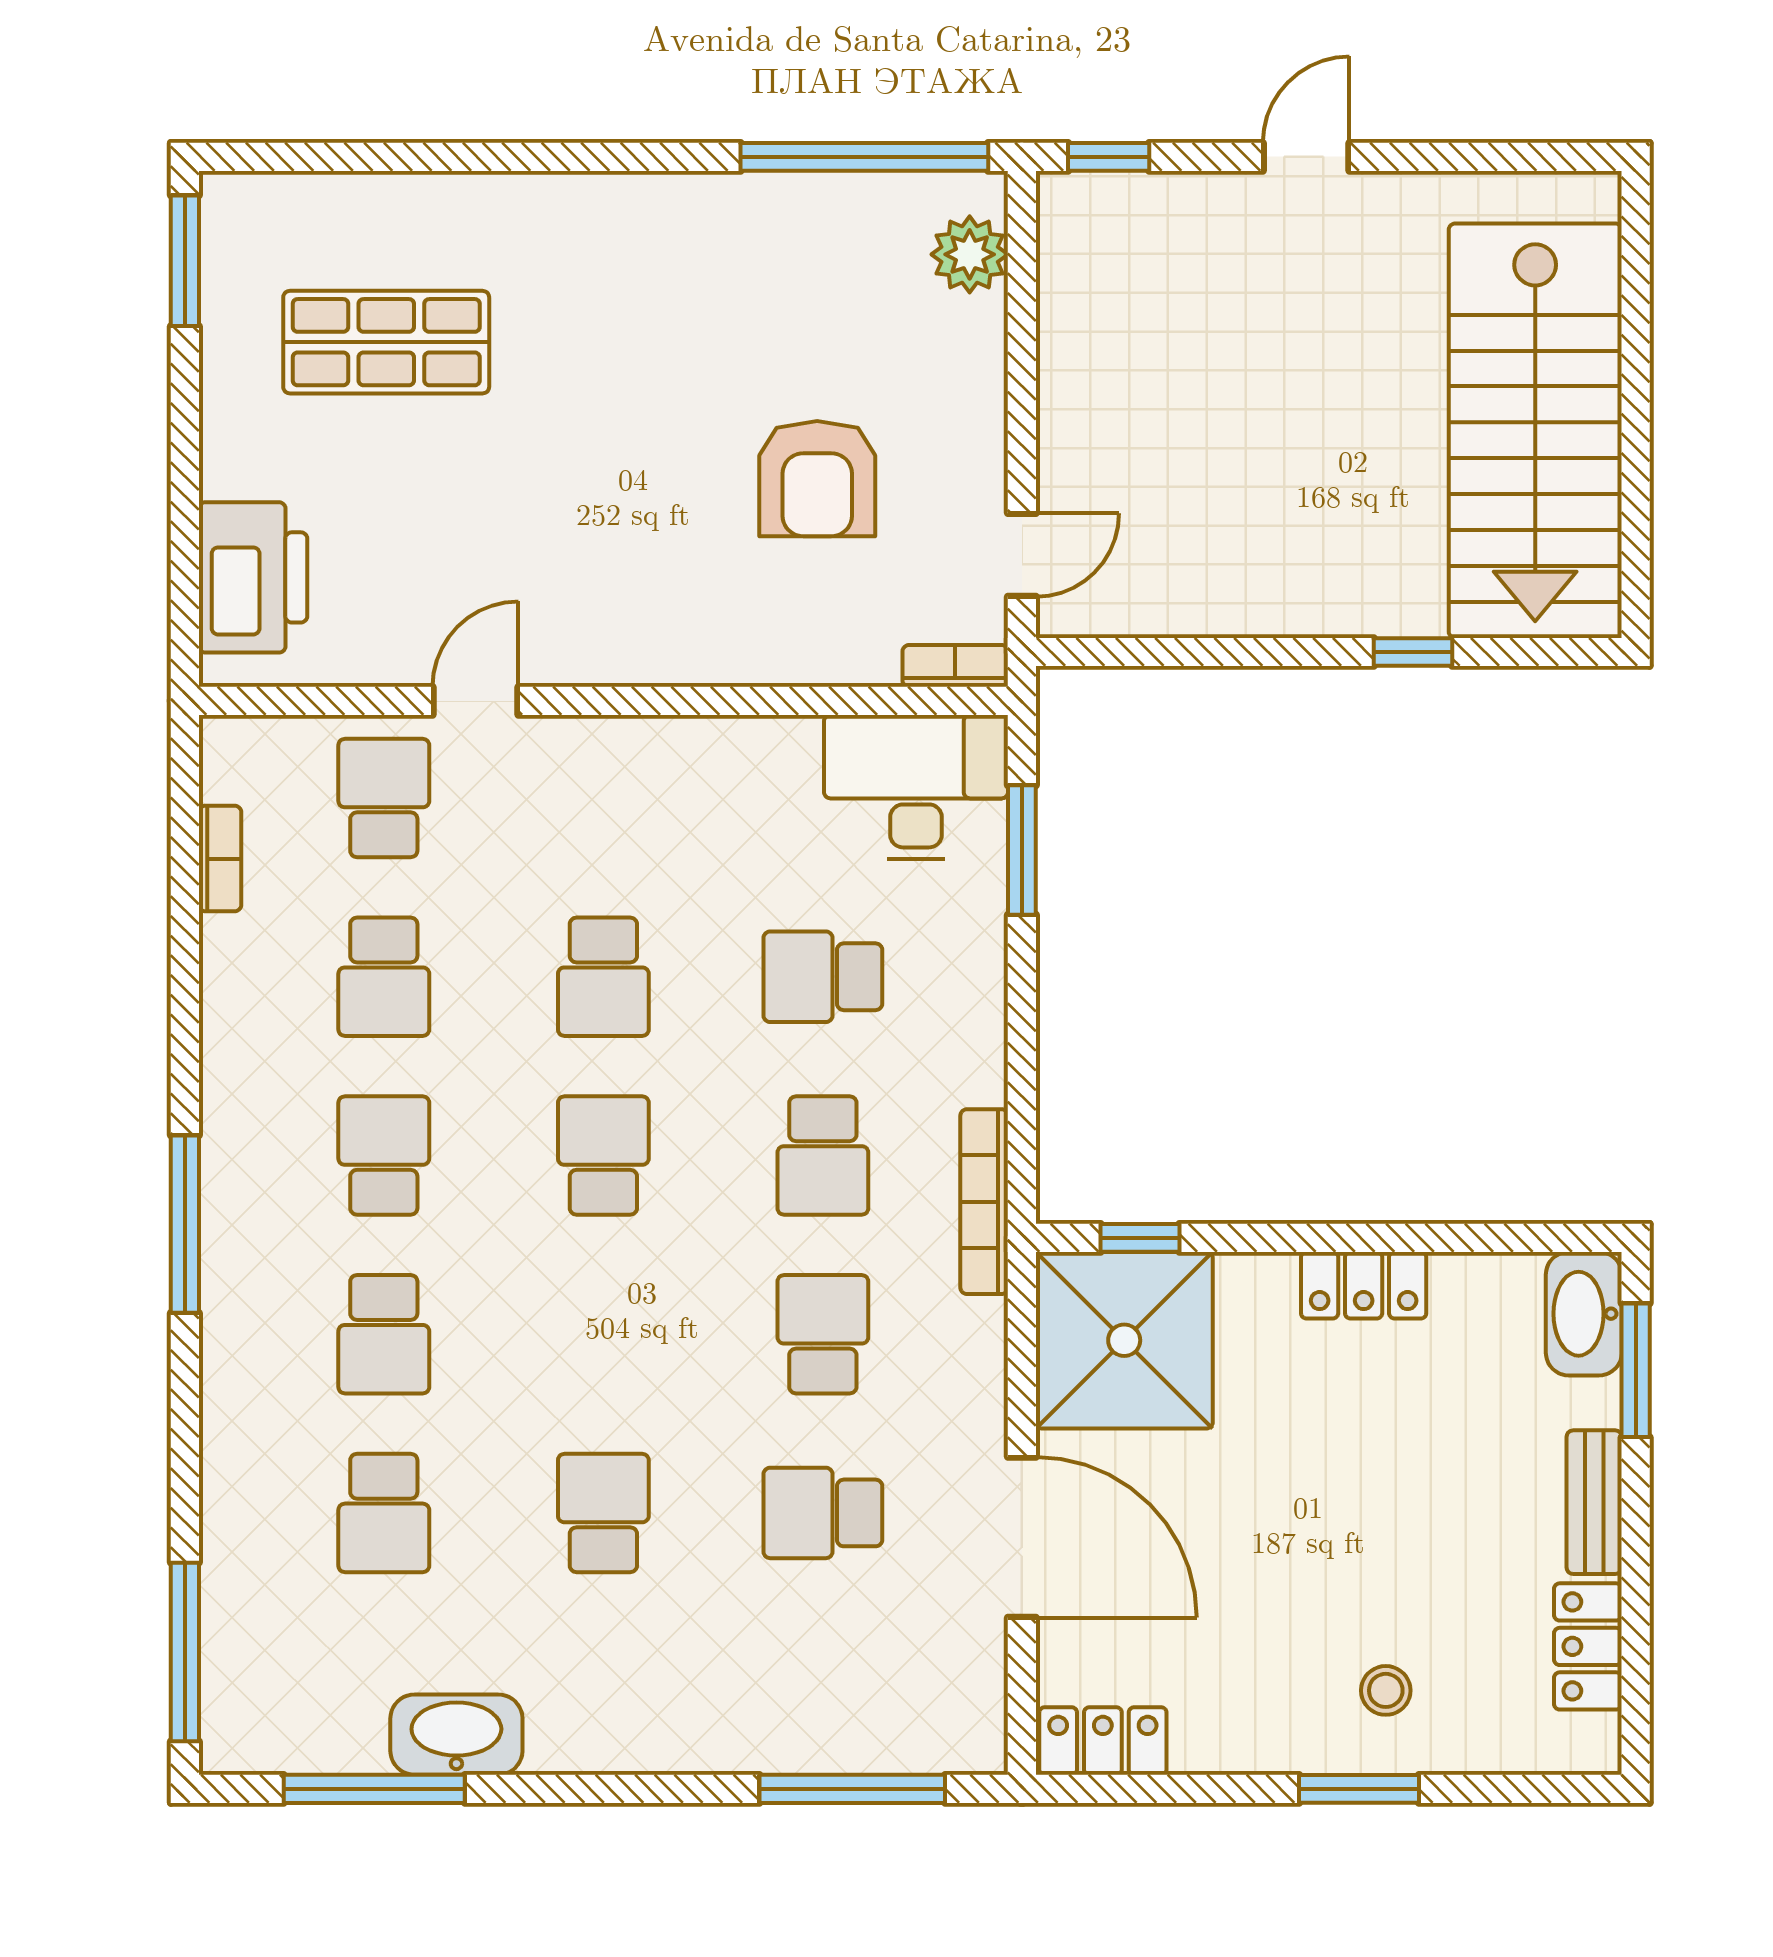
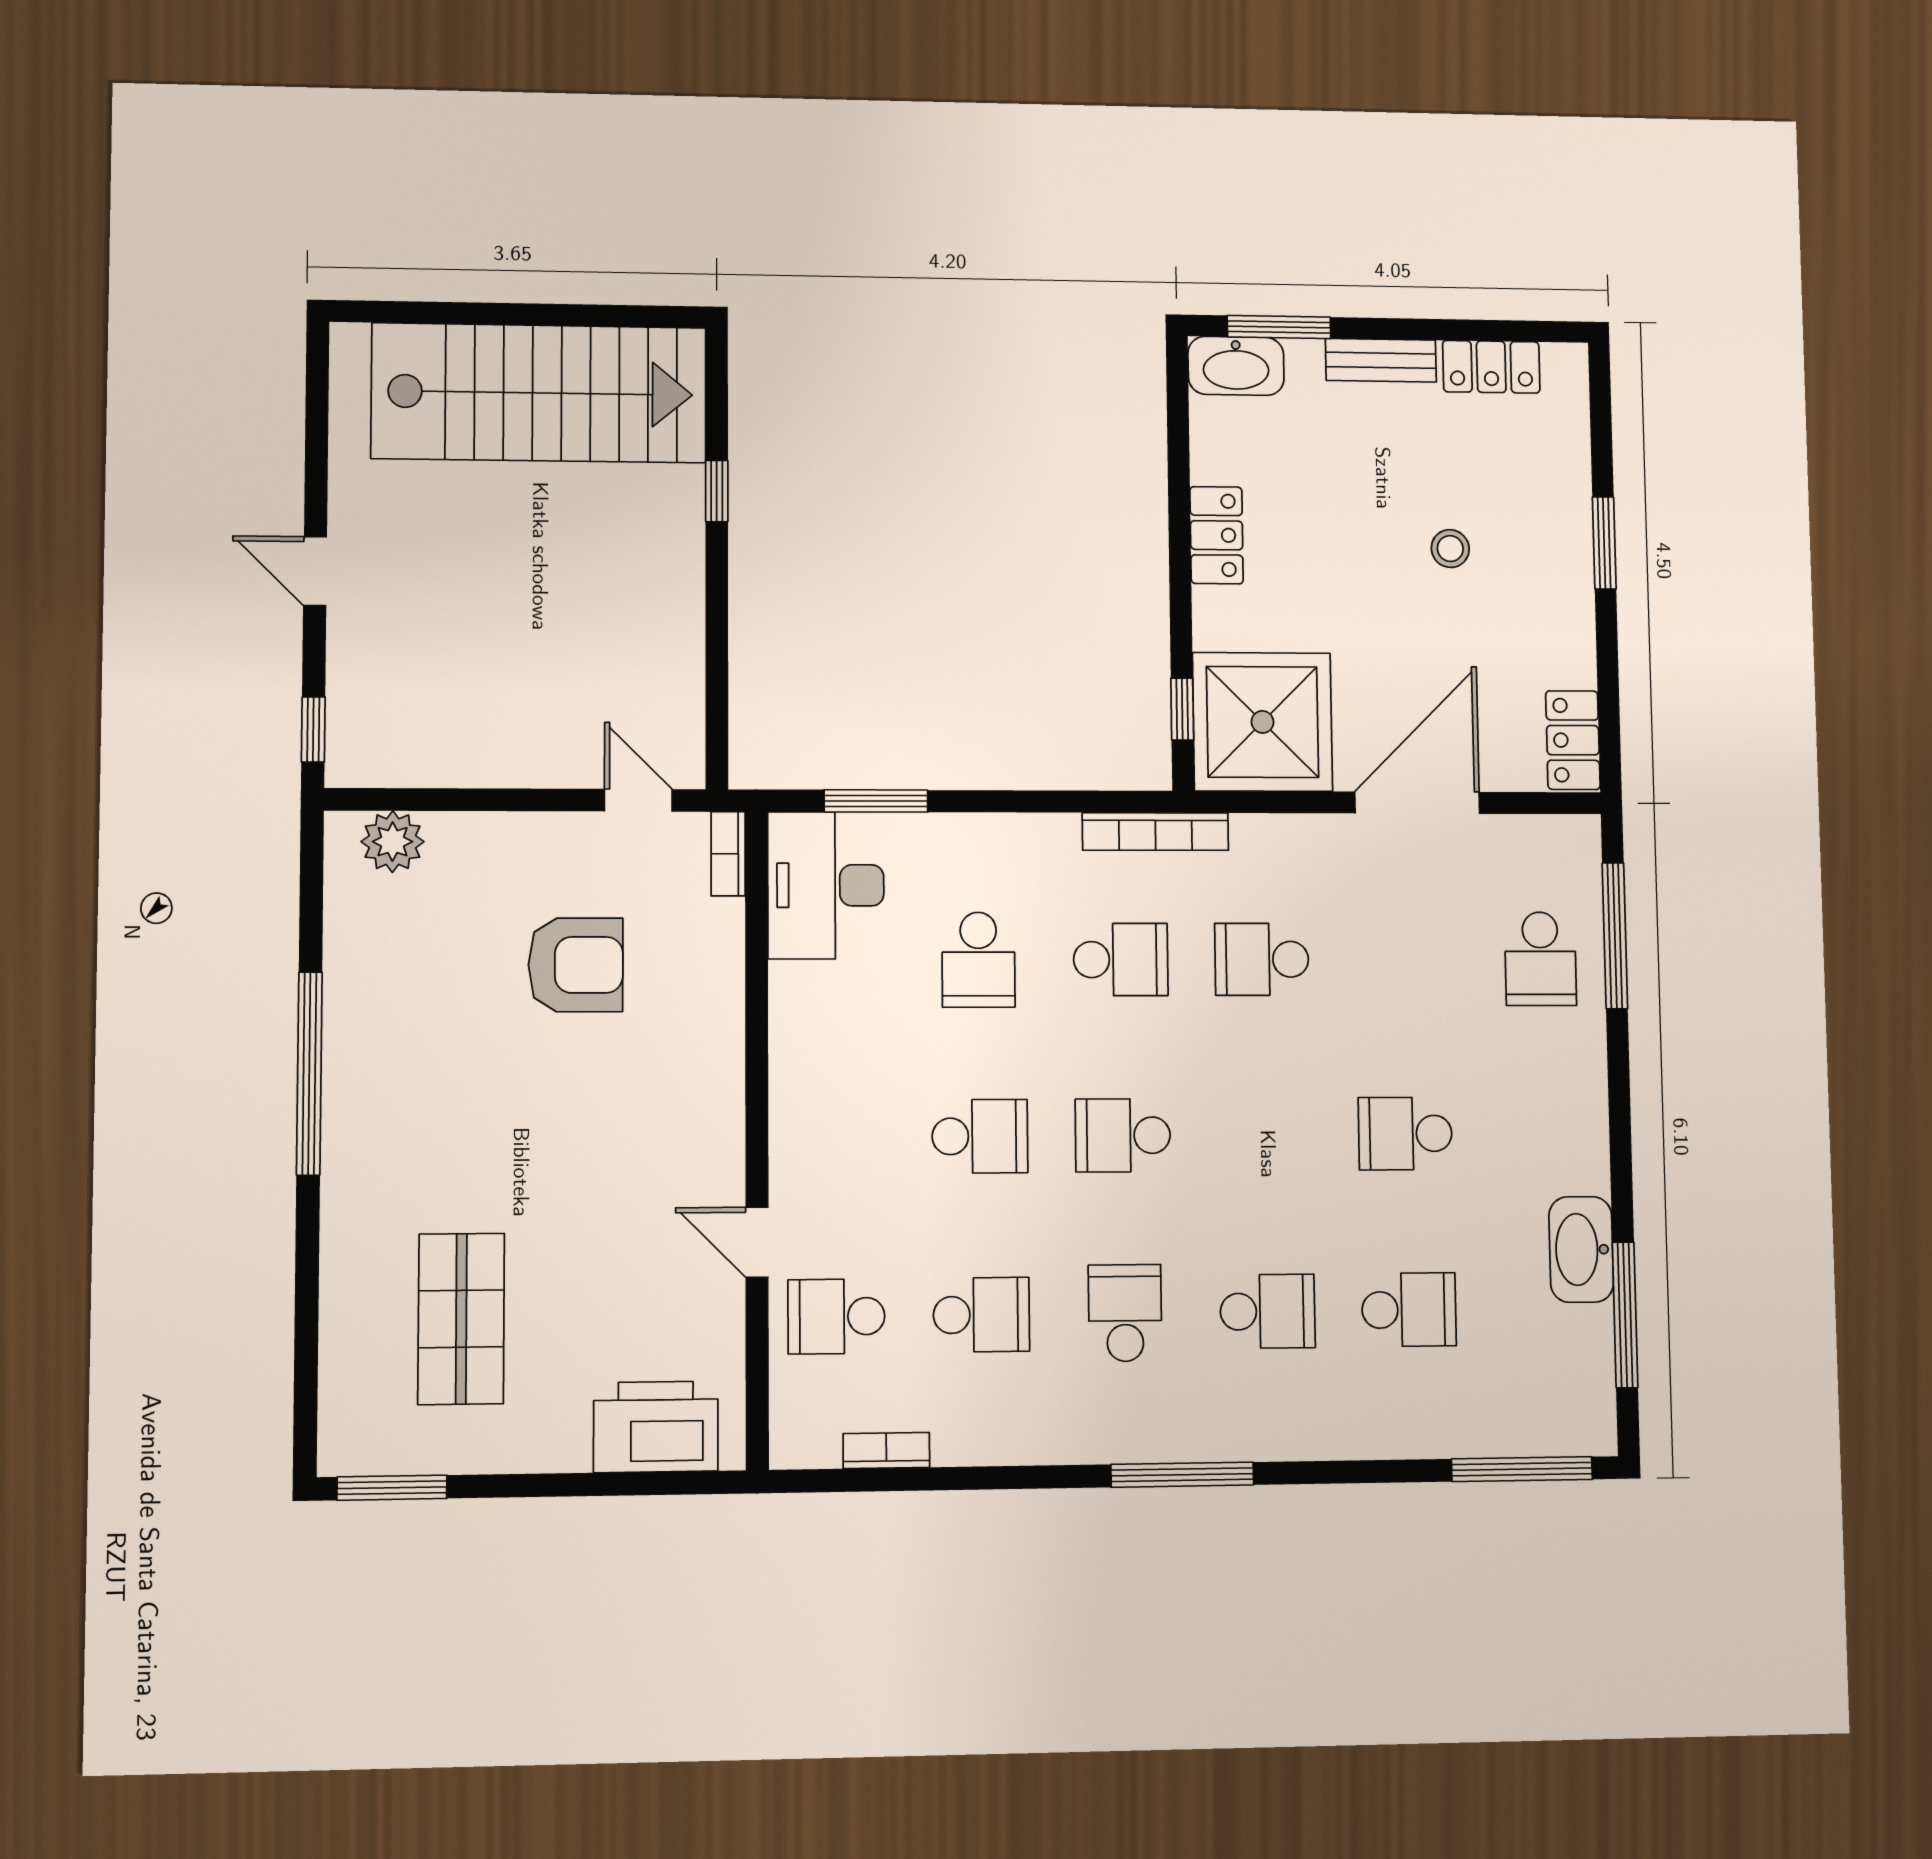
window: (864, 157) -> (309, 1073), moved
school desk: (384, 1155) -> (1125, 1313), turned 90
school desk: (823, 1513) -> (1540, 959), moved
stool: (1386, 1690) -> (1450, 549), moved

